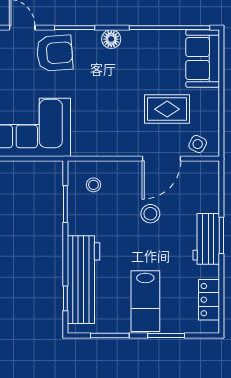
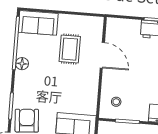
floor lamp: (111, 39) -> (22, 64), moved
side table: (198, 144) -> (95, 31), removed
stool: (150, 214) -> (138, 66), removed

